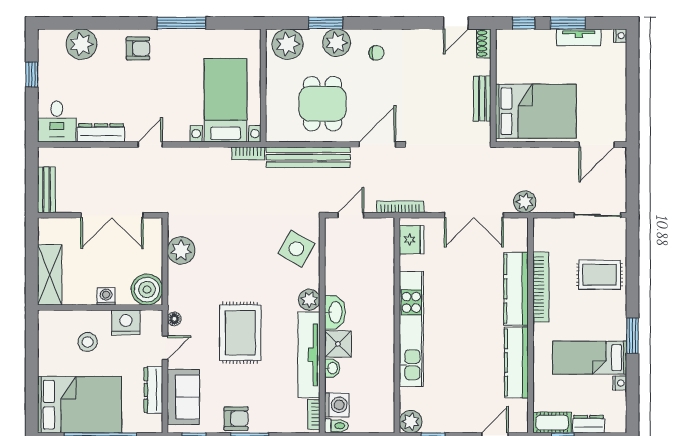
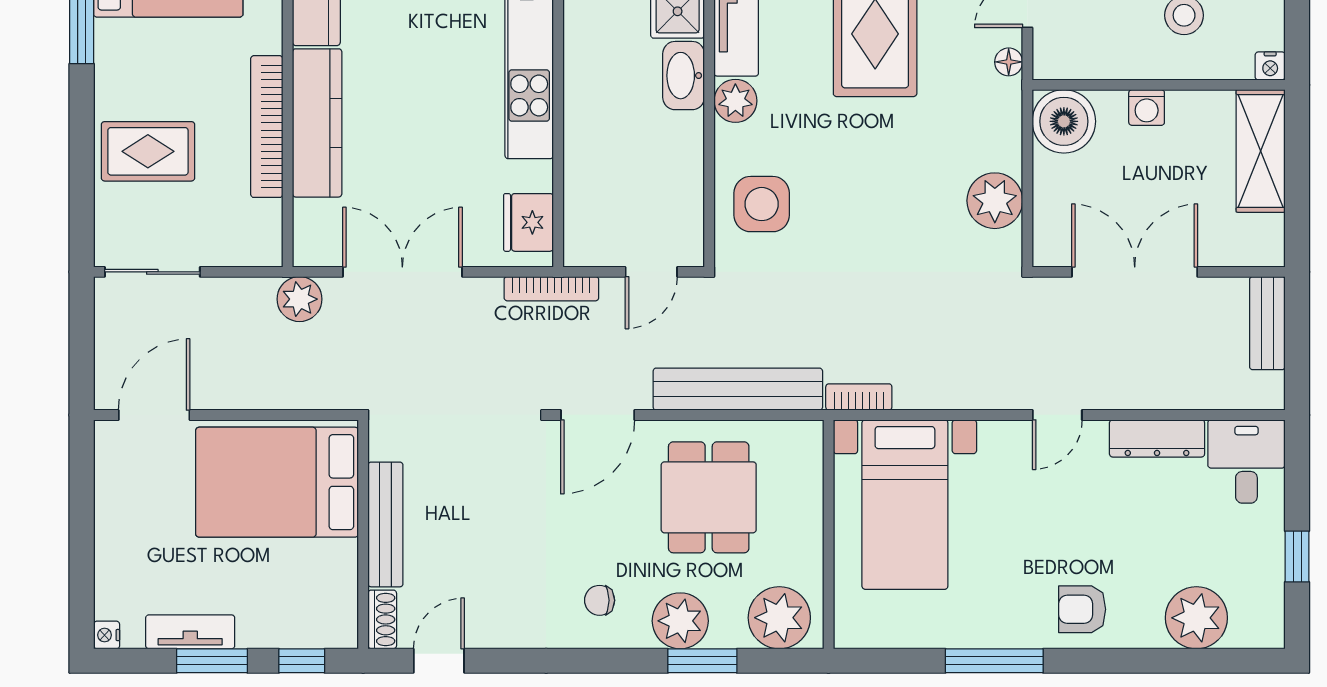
bench: (482, 99) -> (385, 524), width x1.36
side table: (296, 249) -> (762, 204), turned -30
nightstand: (126, 322) -> (1270, 66), moved, width x0.53, depth x0.56

